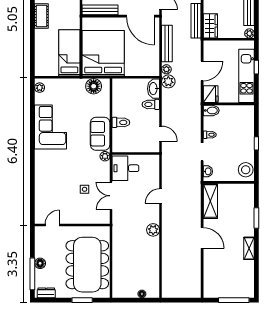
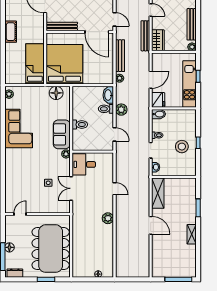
plant: (168, 81) -> (121, 110), moved
stool: (246, 170) -> (182, 147), moved
door: (161, 196) -> (114, 189), swing flipped

